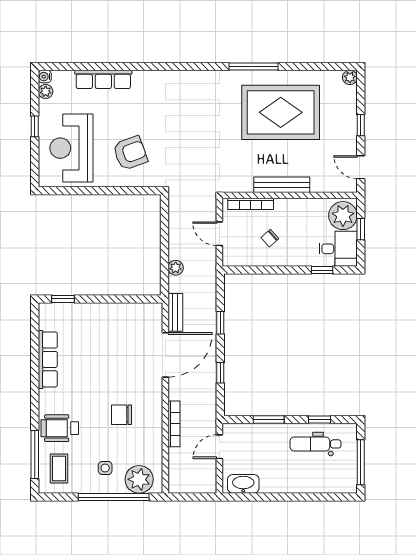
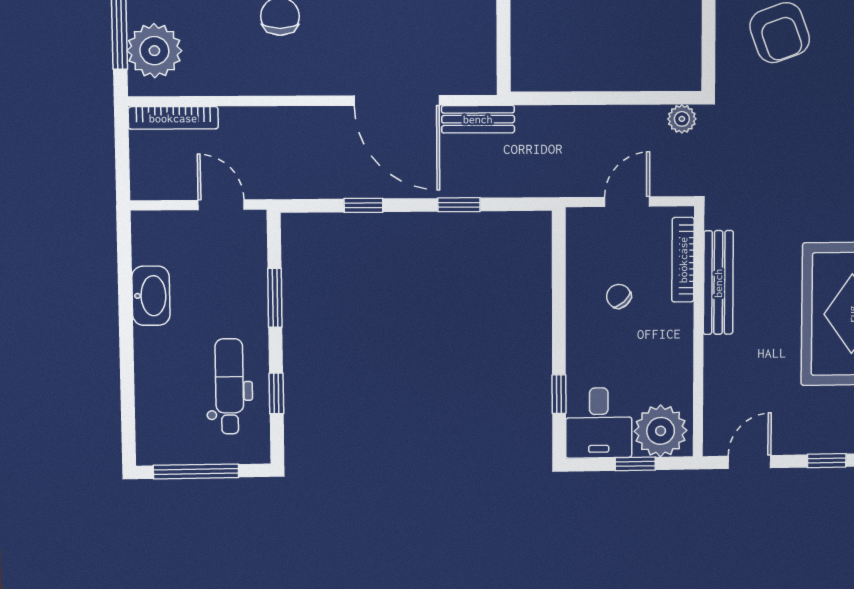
bench: (282, 185) -> (718, 283), moved
plant: (176, 268) -> (682, 119), moved
bookcase: (174, 424) -> (173, 118), moved
washbasin: (243, 484) -> (151, 296), moved

